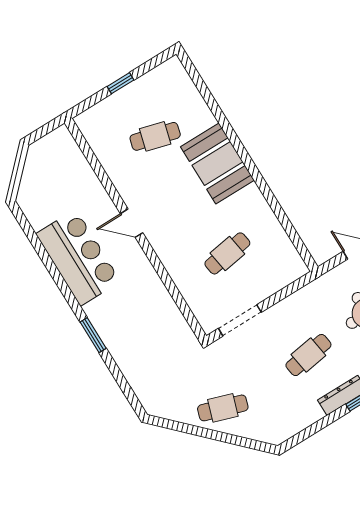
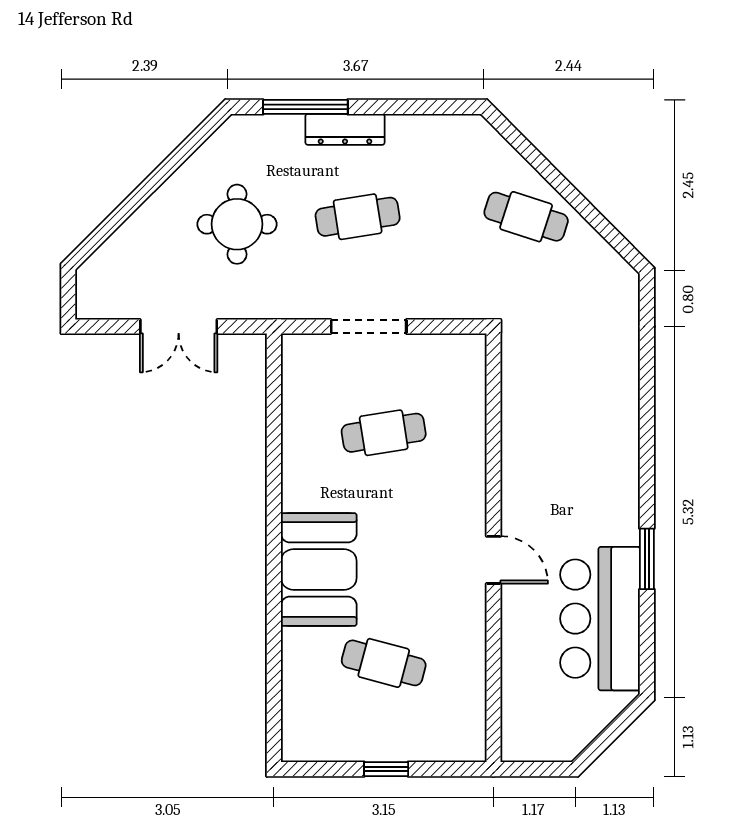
bar counter: (78, 258) -> (600, 619), moved
doorway: (240, 320) -> (369, 326), moved
window: (93, 335) -> (647, 559), moved

